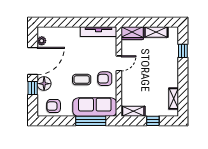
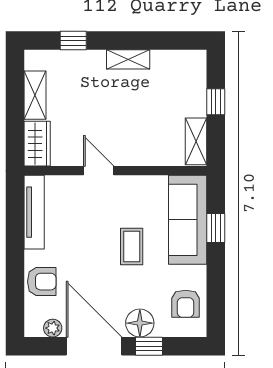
armchair: (105, 79) -> (42, 282), moved, turned -90
shelving: (174, 99) -> (128, 59), moved
window: (91, 121) -> (216, 228), width x0.46

